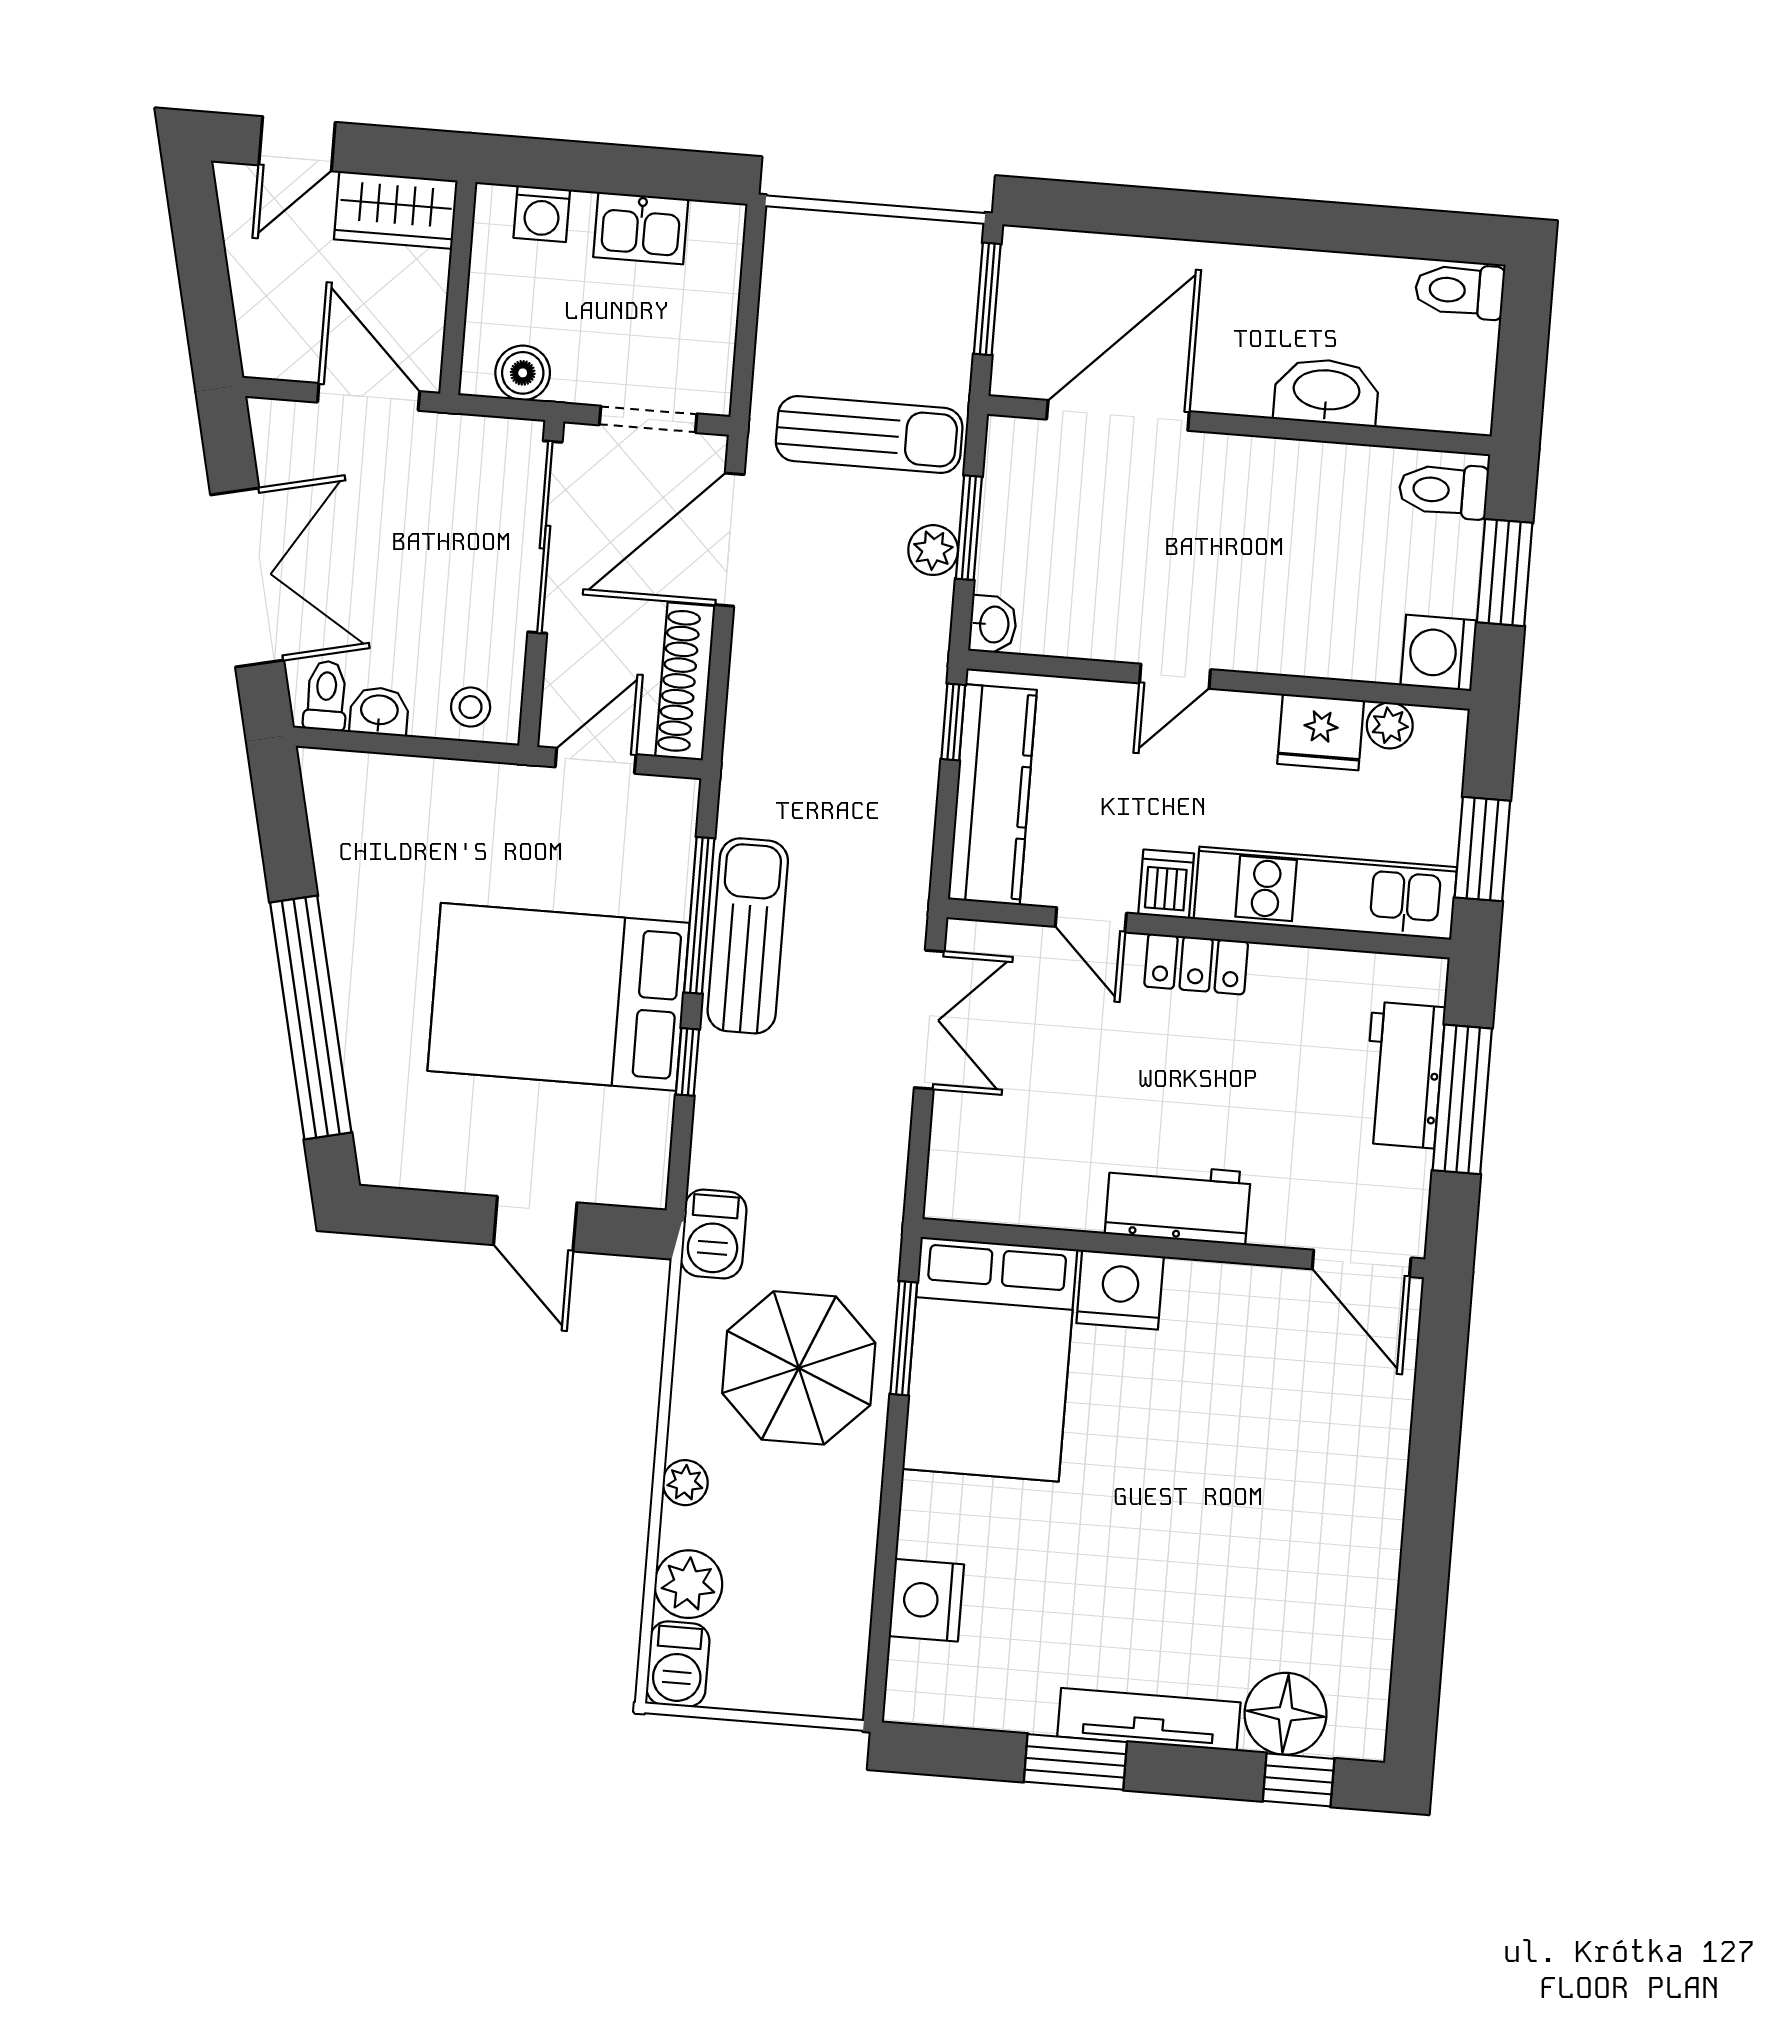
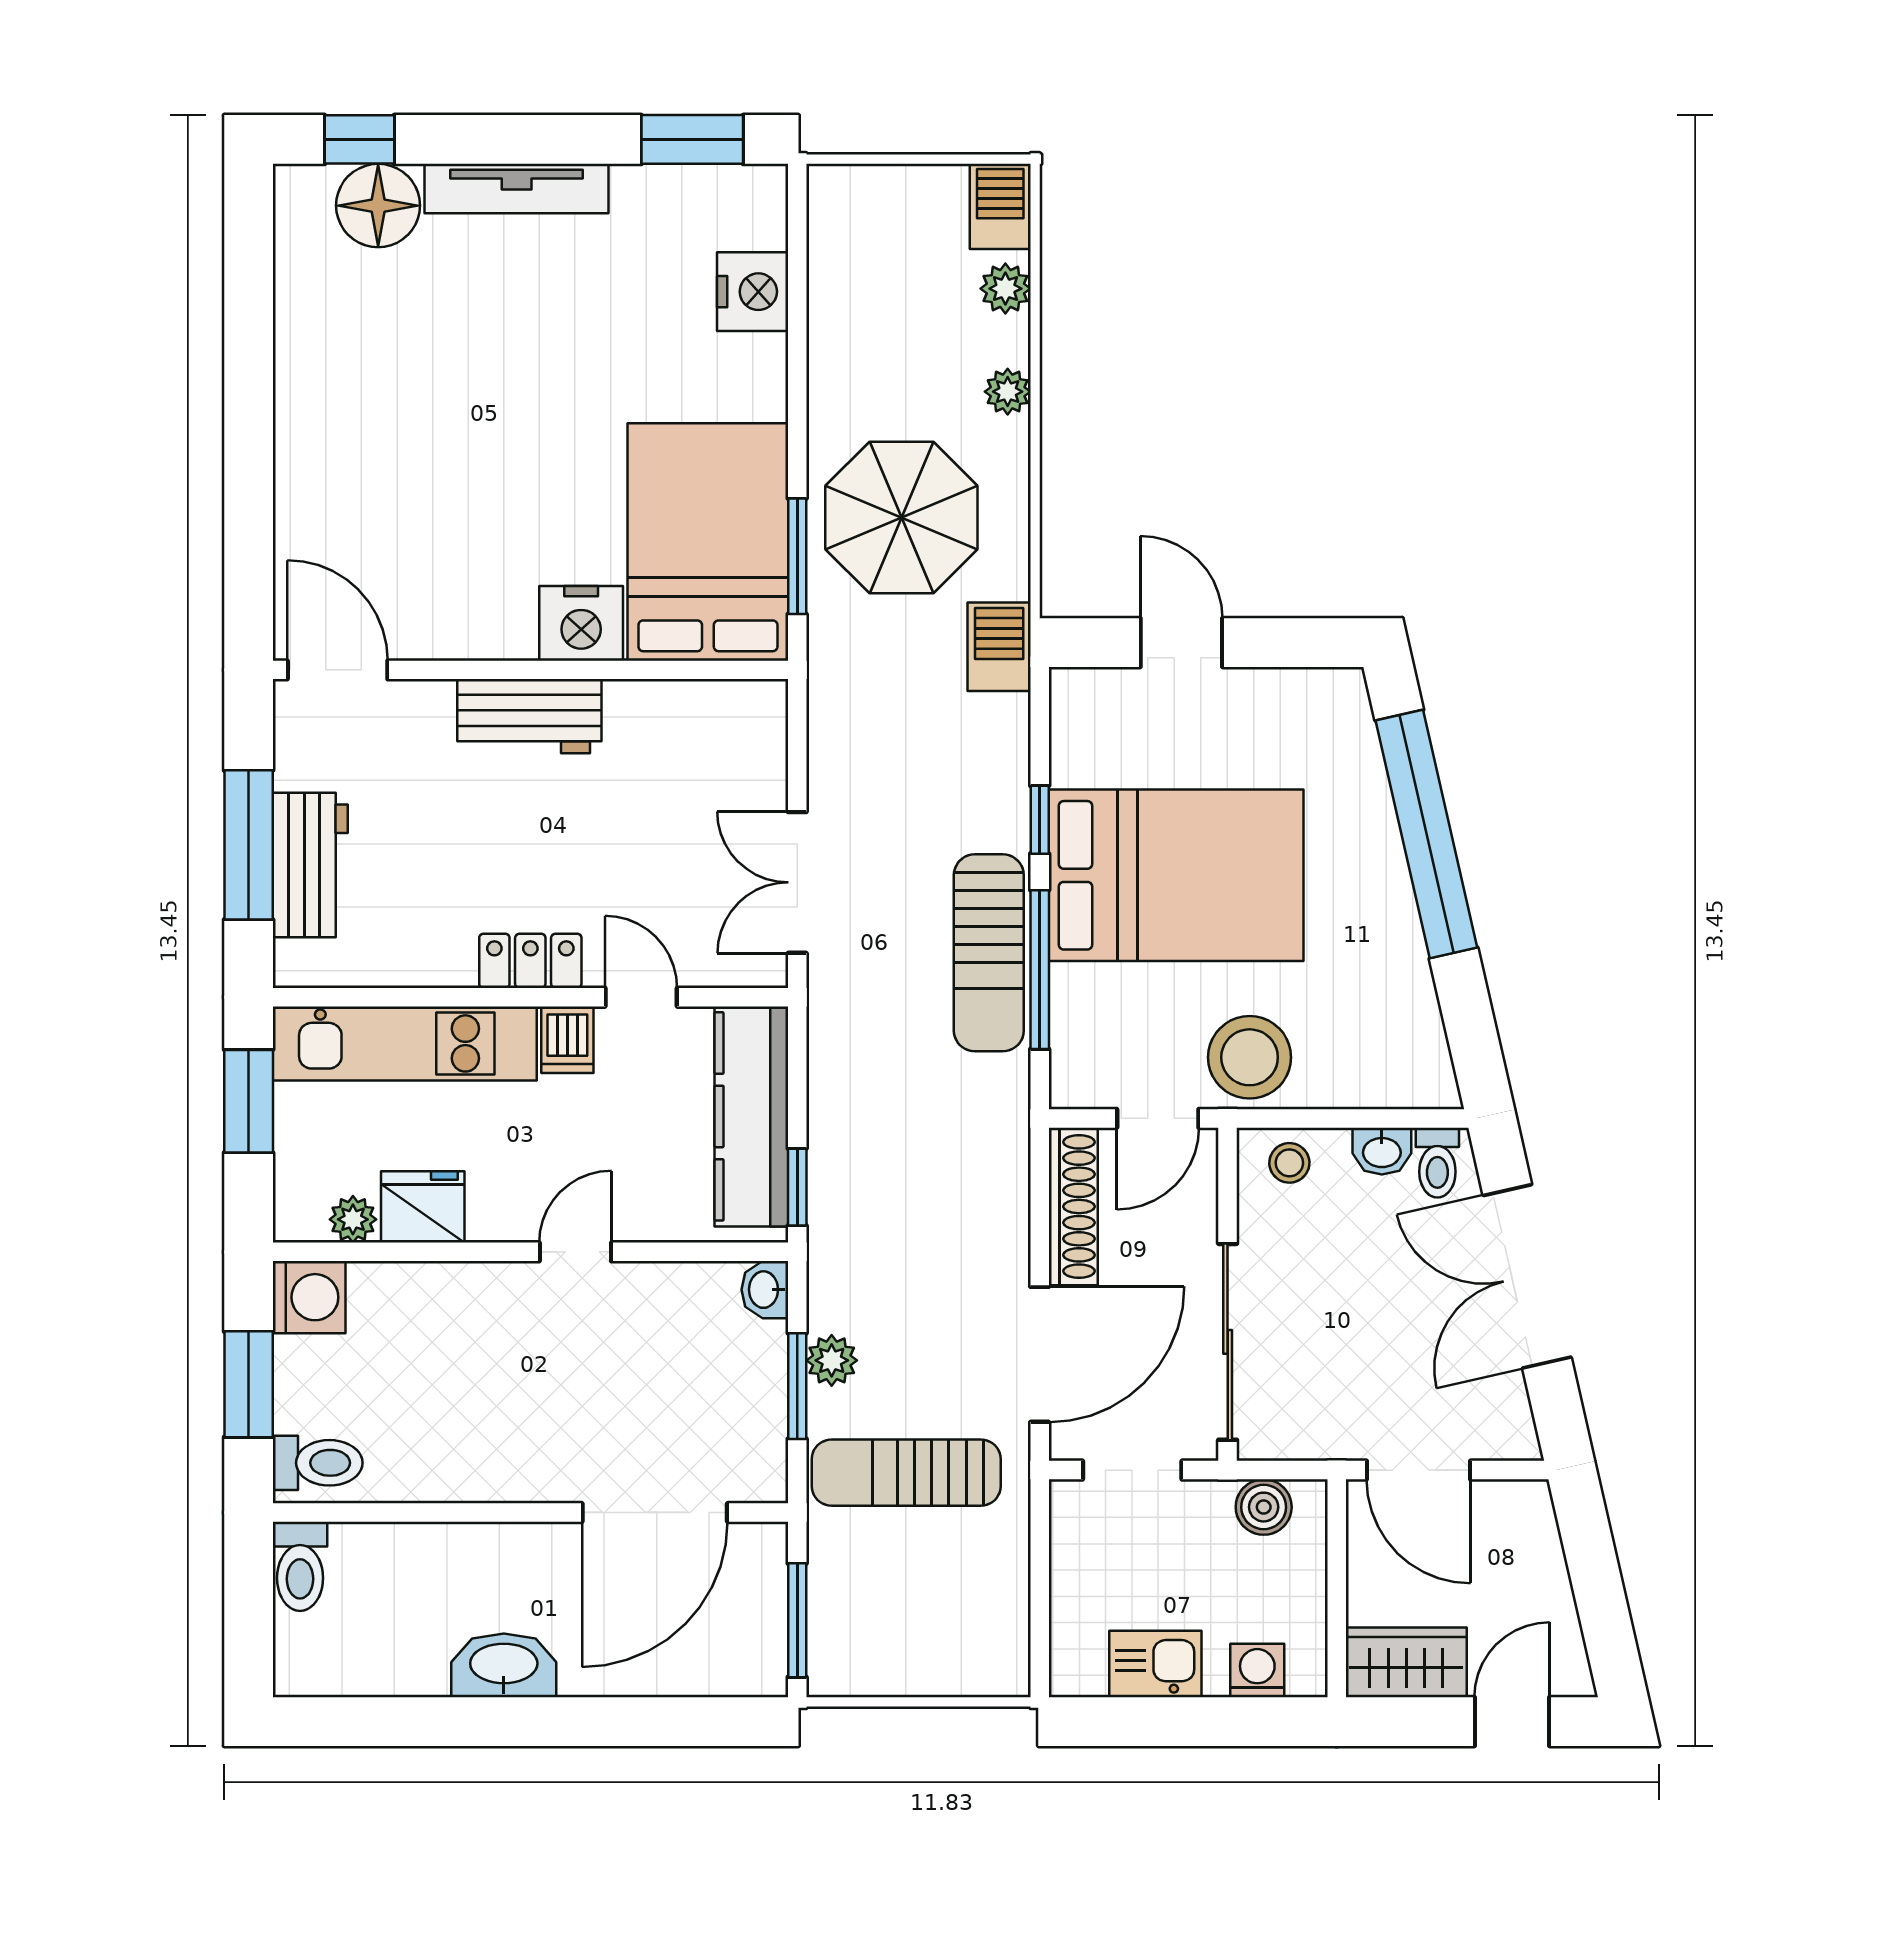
toilet: (1459, 291) -> (300, 1566), moved, turned 90
washbasin: (1326, 392) -> (504, 1665), moved, turned 180
stool: (501, 813) -> (1250, 1057), added
plant: (688, 1584) -> (1005, 289), width x0.73, depth x0.73
window: (1075, 1762) -> (692, 139), moved

